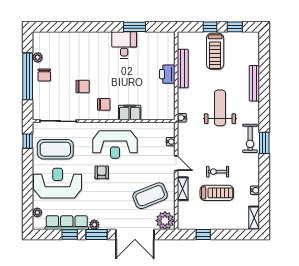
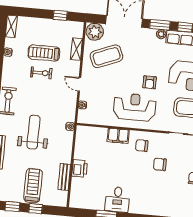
bench: (183, 68) -> (64, 177), width x0.73
weight bench: (220, 108) -> (33, 132), turned 180
shelving: (183, 189) -> (77, 49), moved

